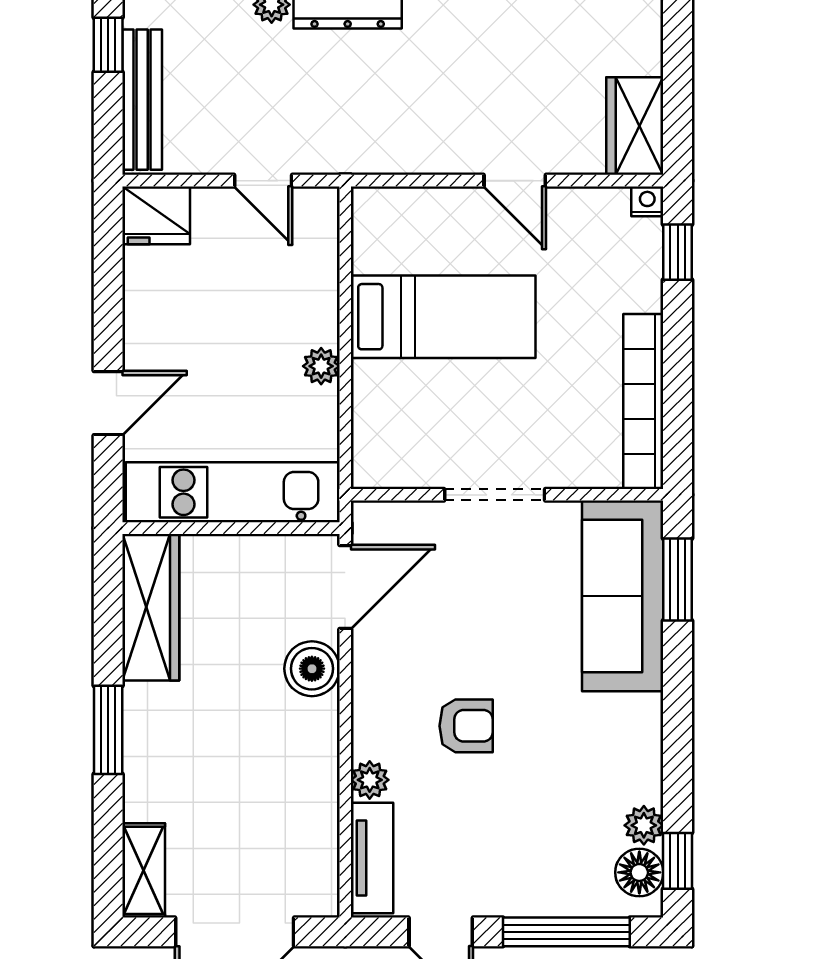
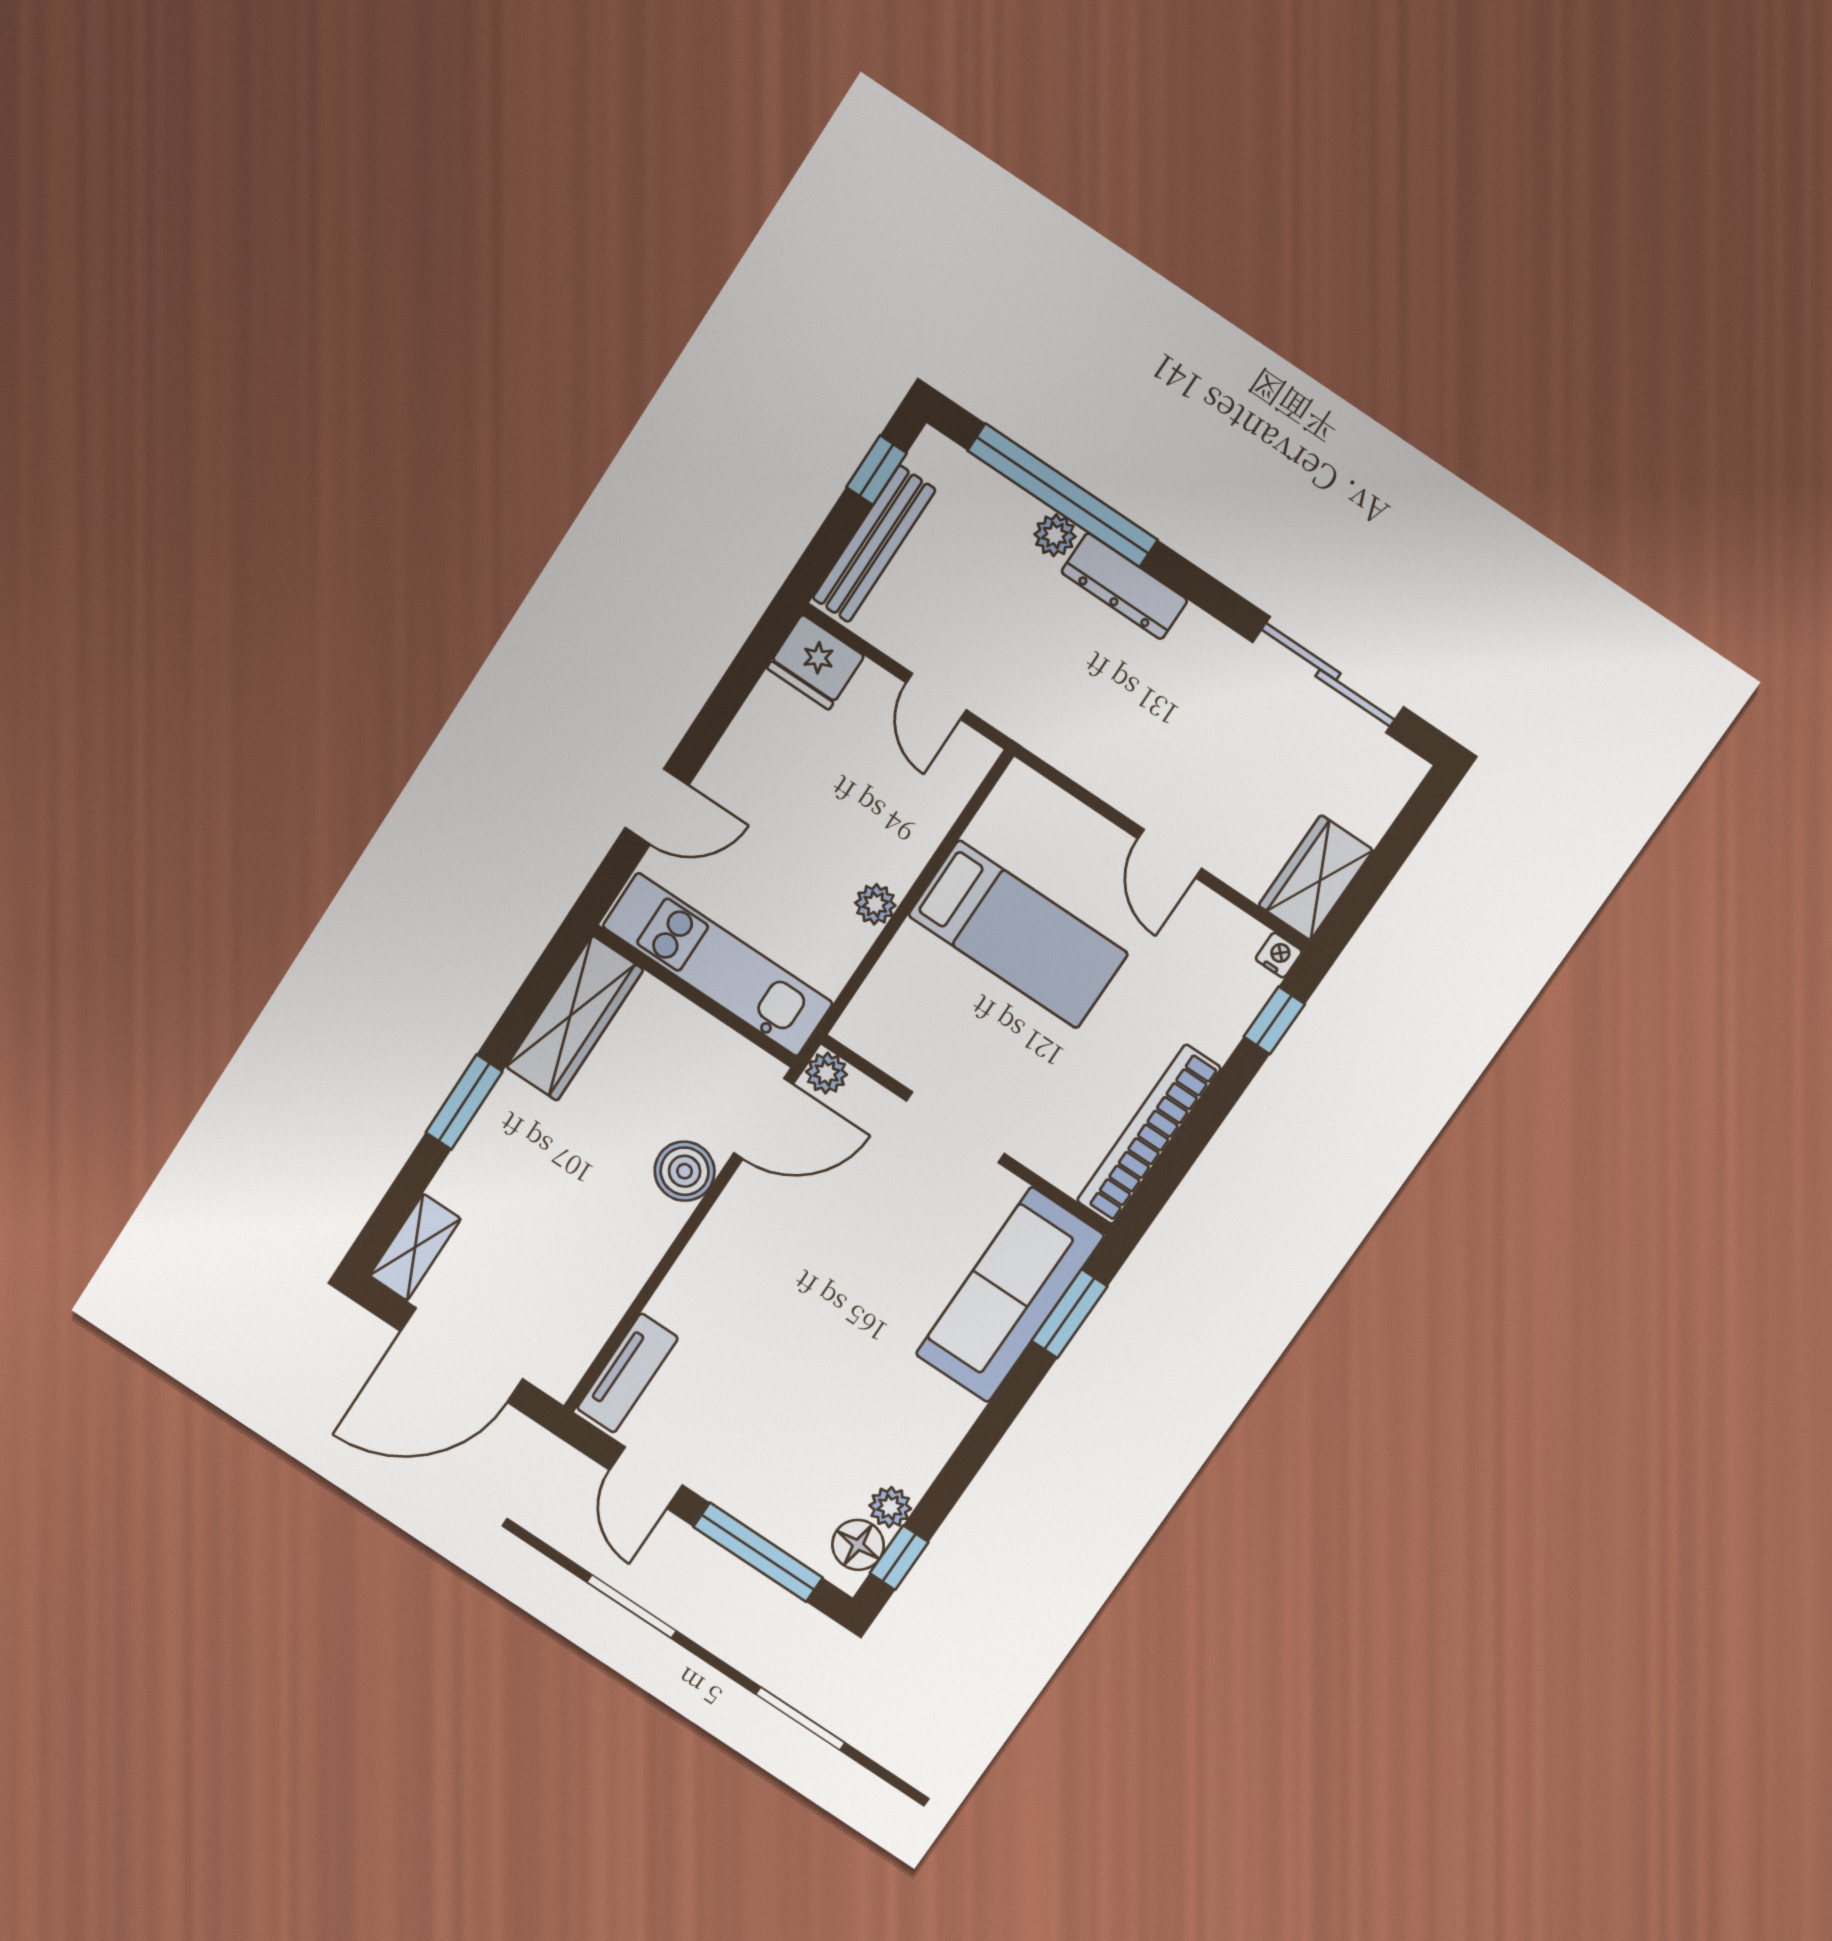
armchair: (466, 726) -> (790, 1314), removed
plant: (370, 780) -> (827, 1073), moved

